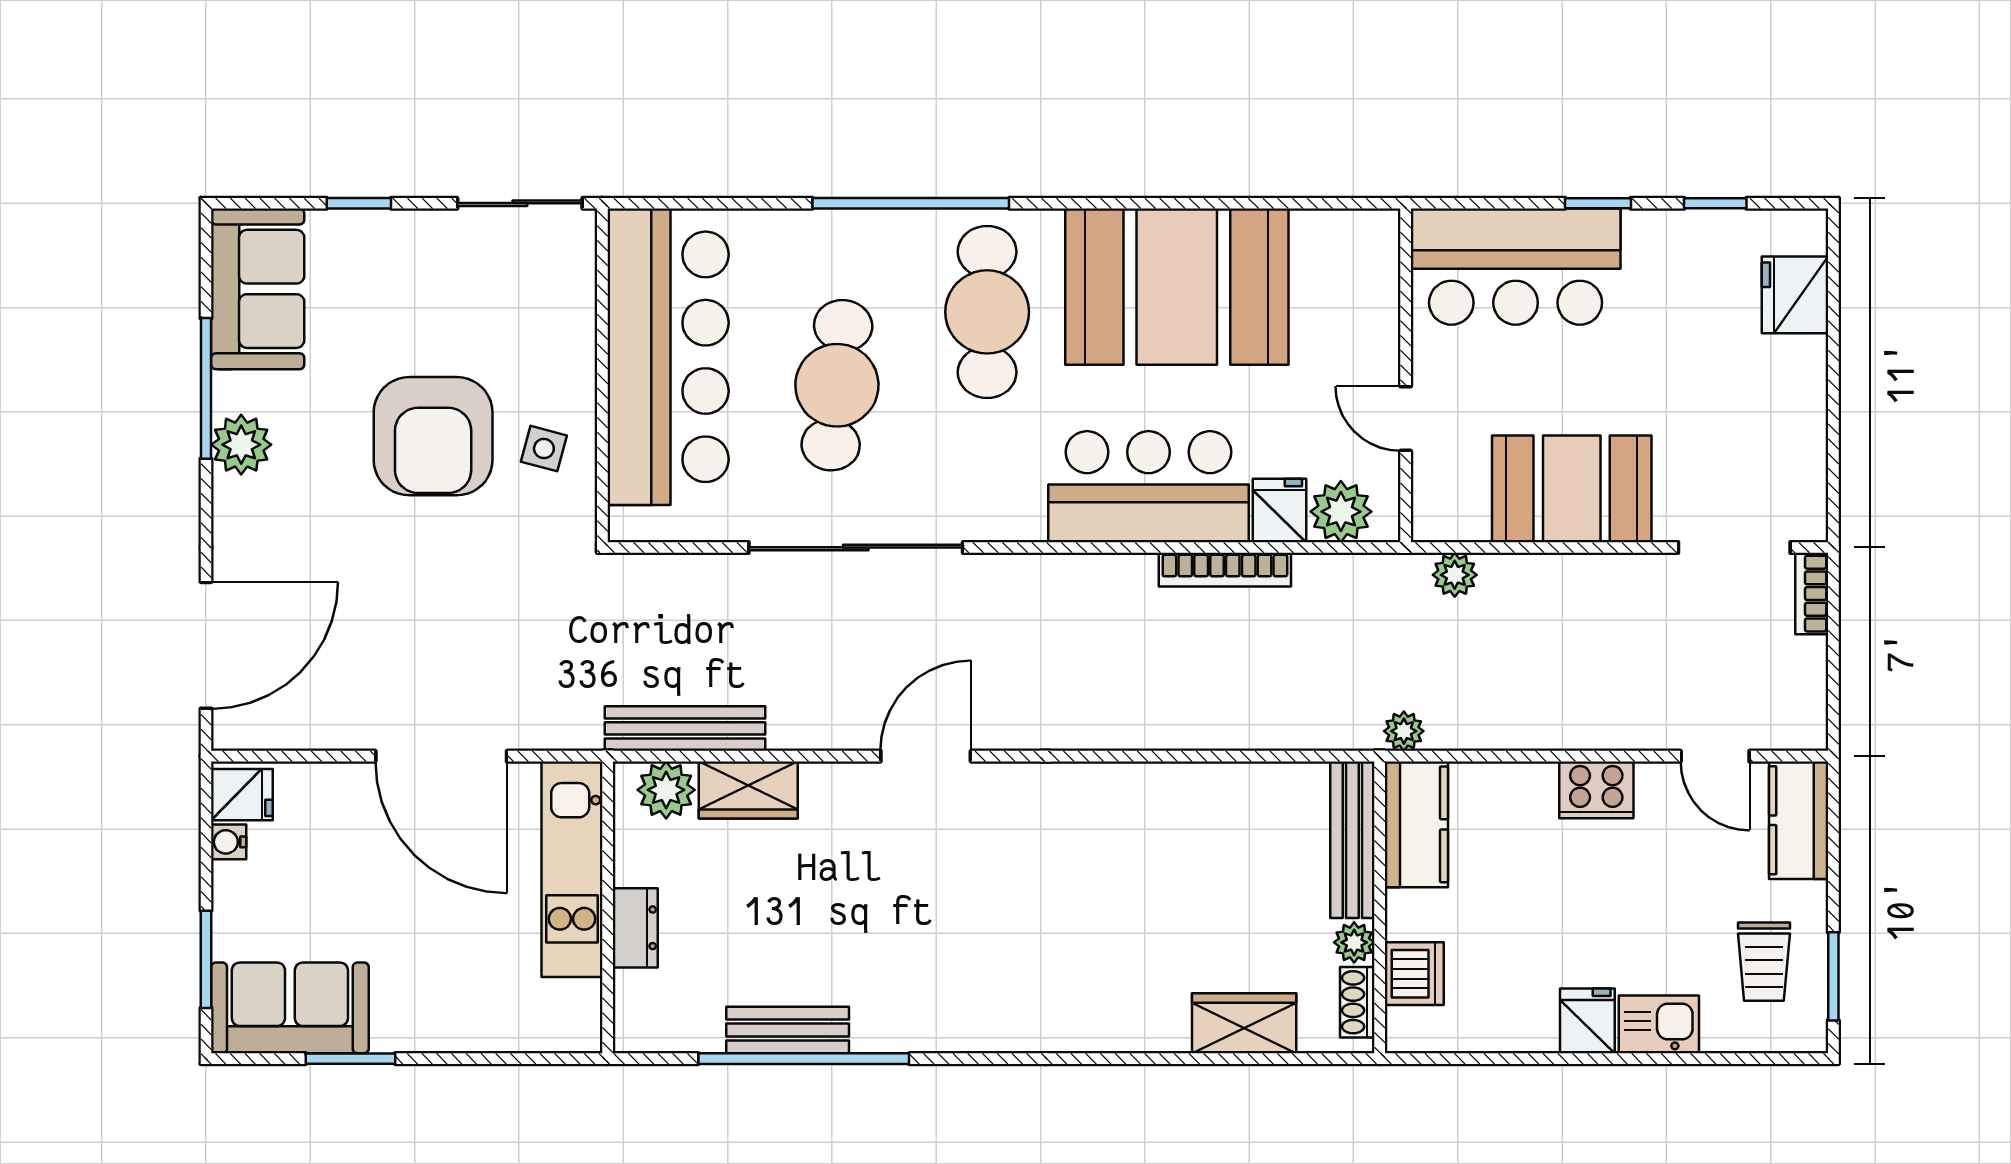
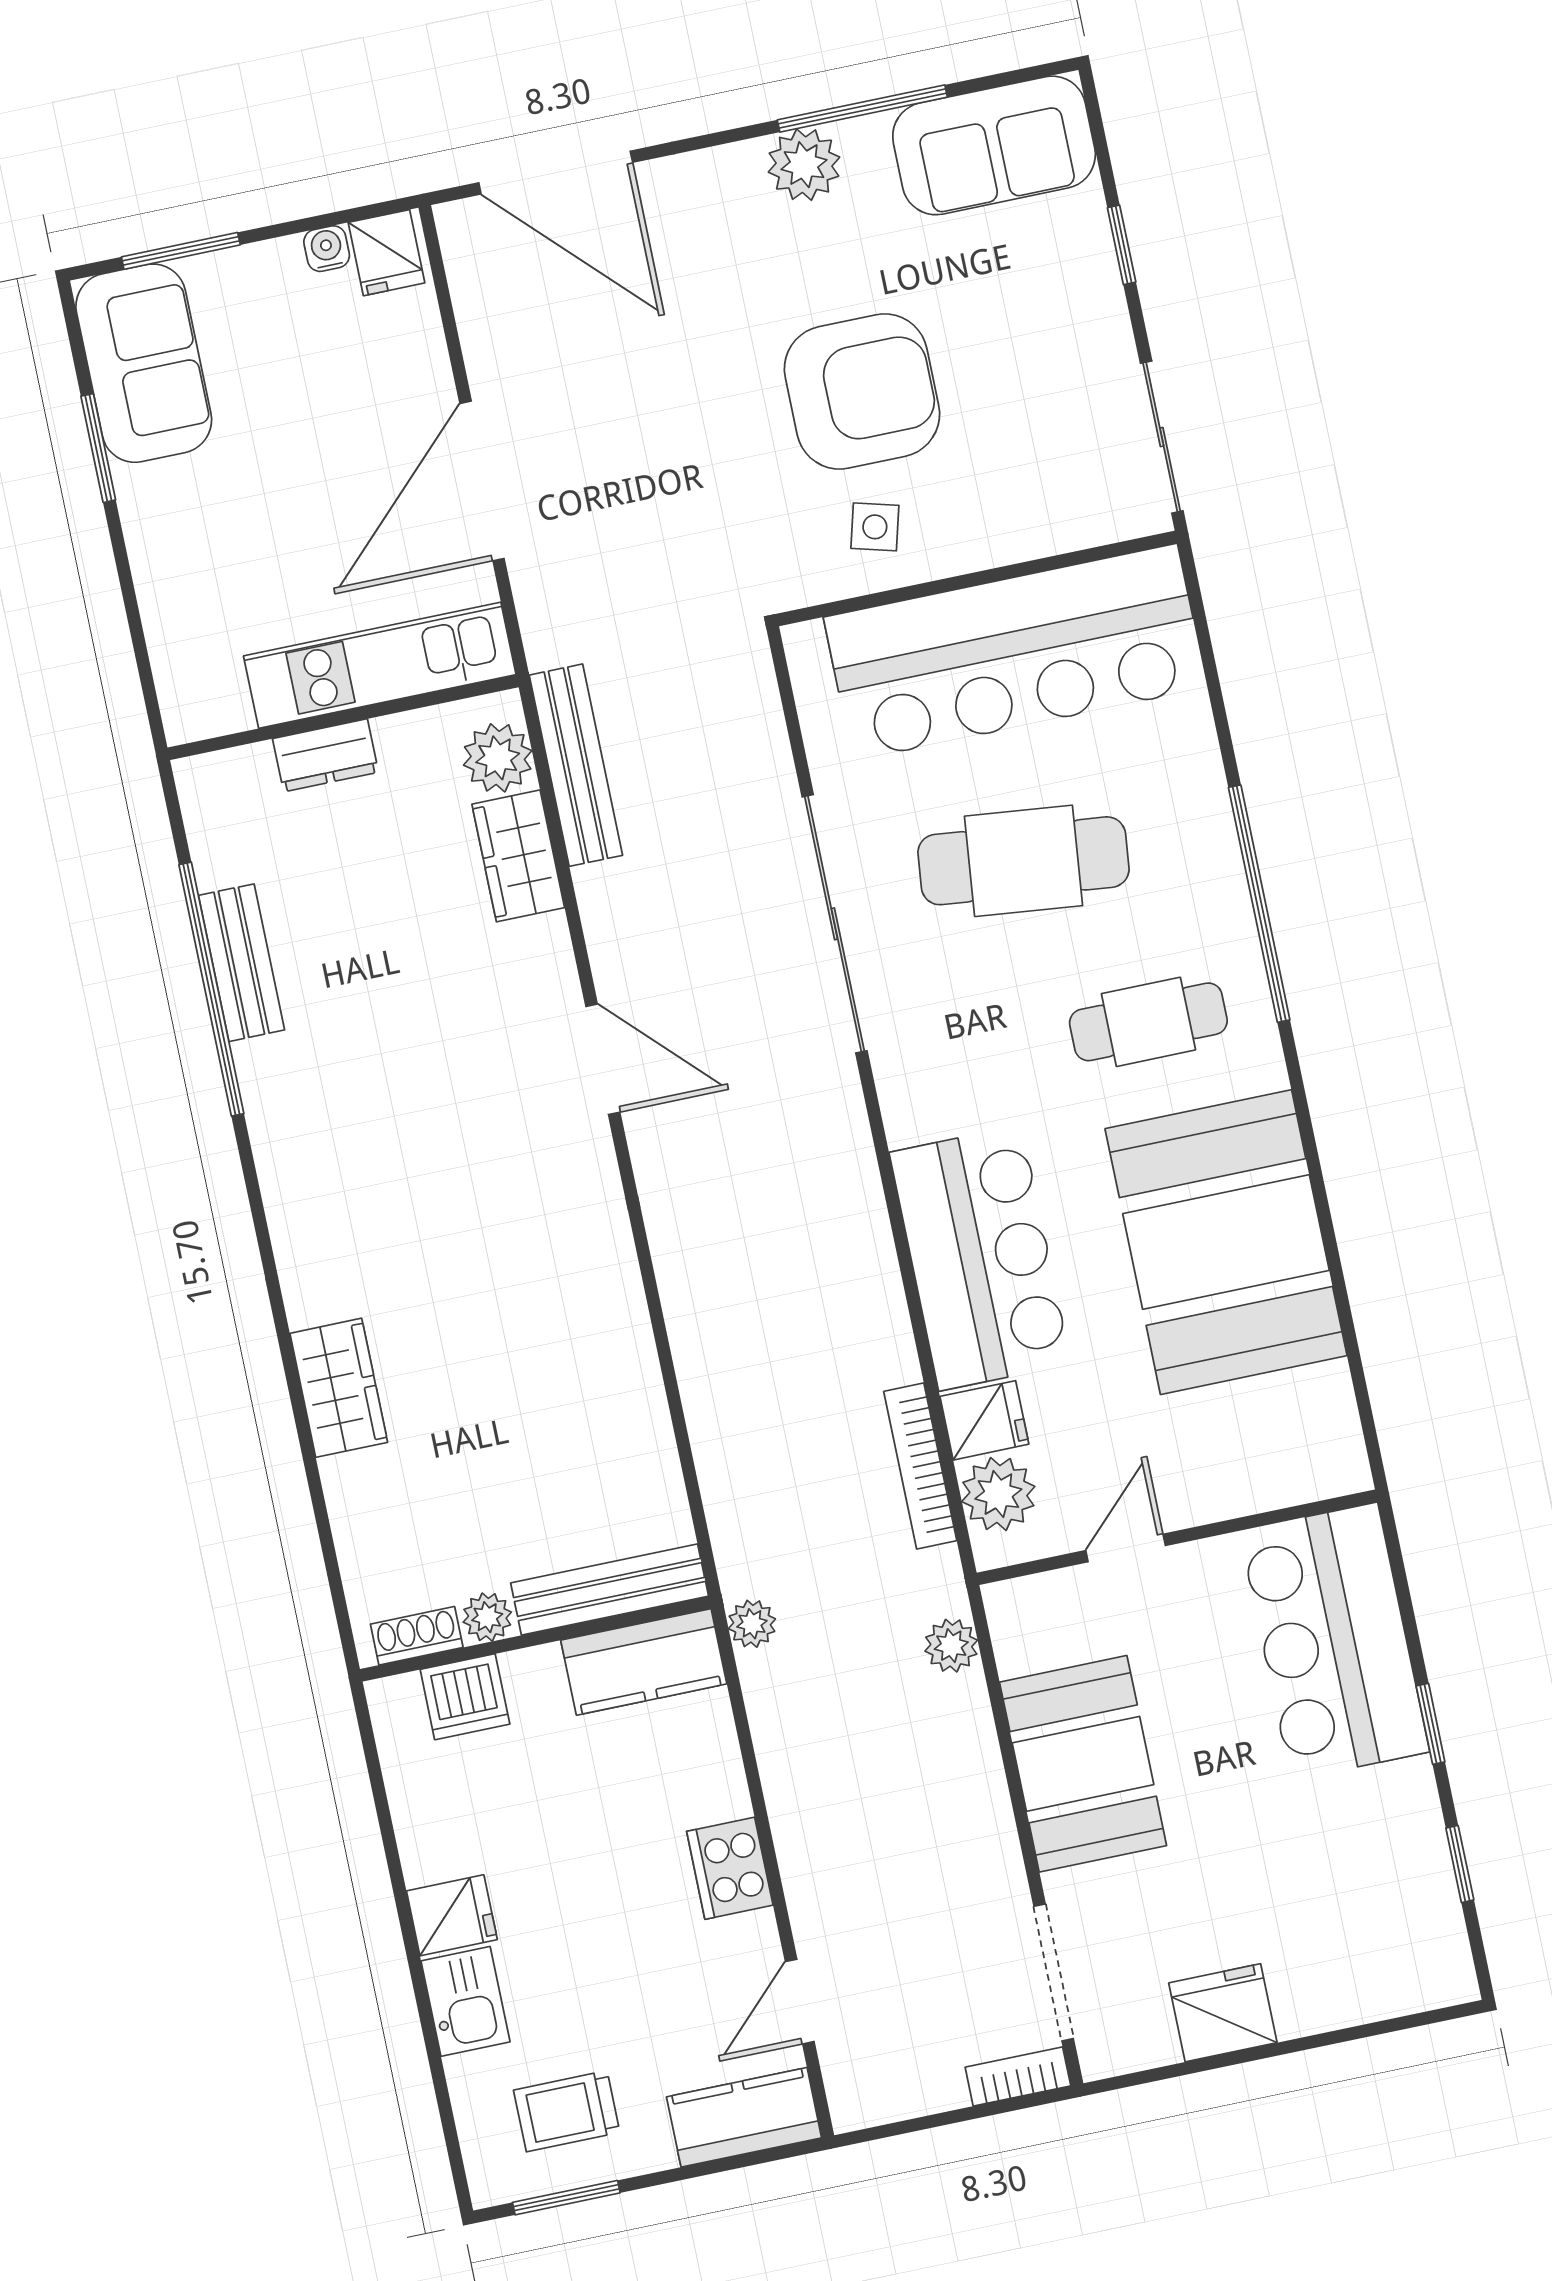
fridge: (1795, 295) -> (1223, 2013), moved
cafe table: (987, 312) -> (1148, 1022), width x0.73, depth x0.74
armchair: (433, 436) -> (862, 391), turned 180
bookcase: (1225, 570) -> (920, 1466), moved
wardrobe: (1244, 1023) -> (339, 1388), moved

